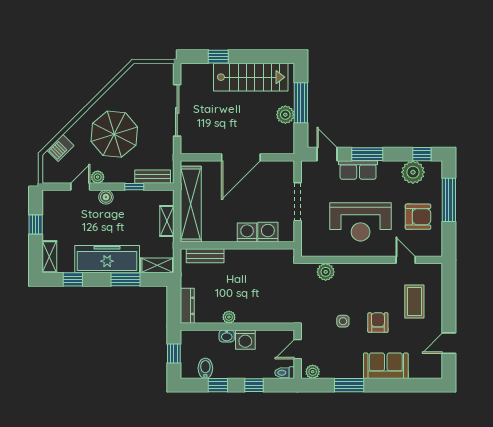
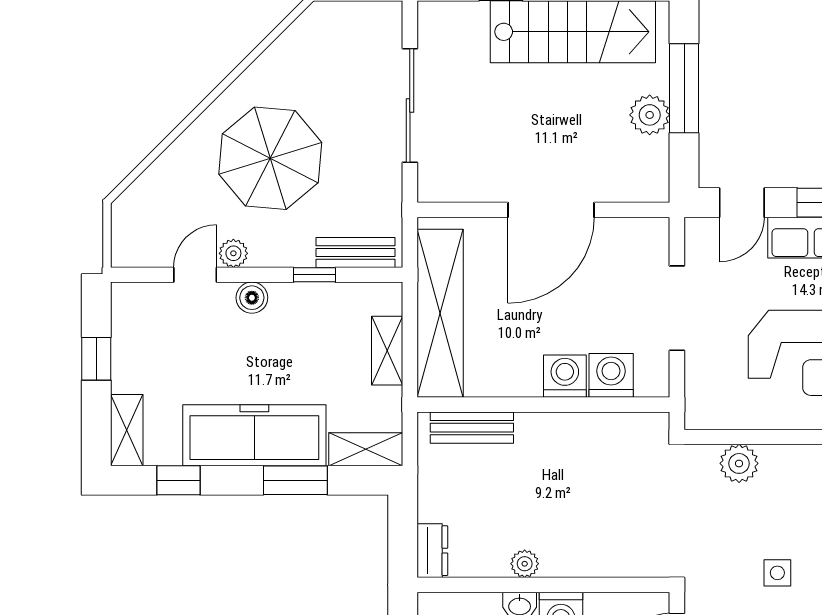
barbecue: (60, 148) -> (151, 189), removed
door: (327, 154) -> (742, 203), swing flipped
dresser: (187, 306) -> (432, 551), width x0.70

